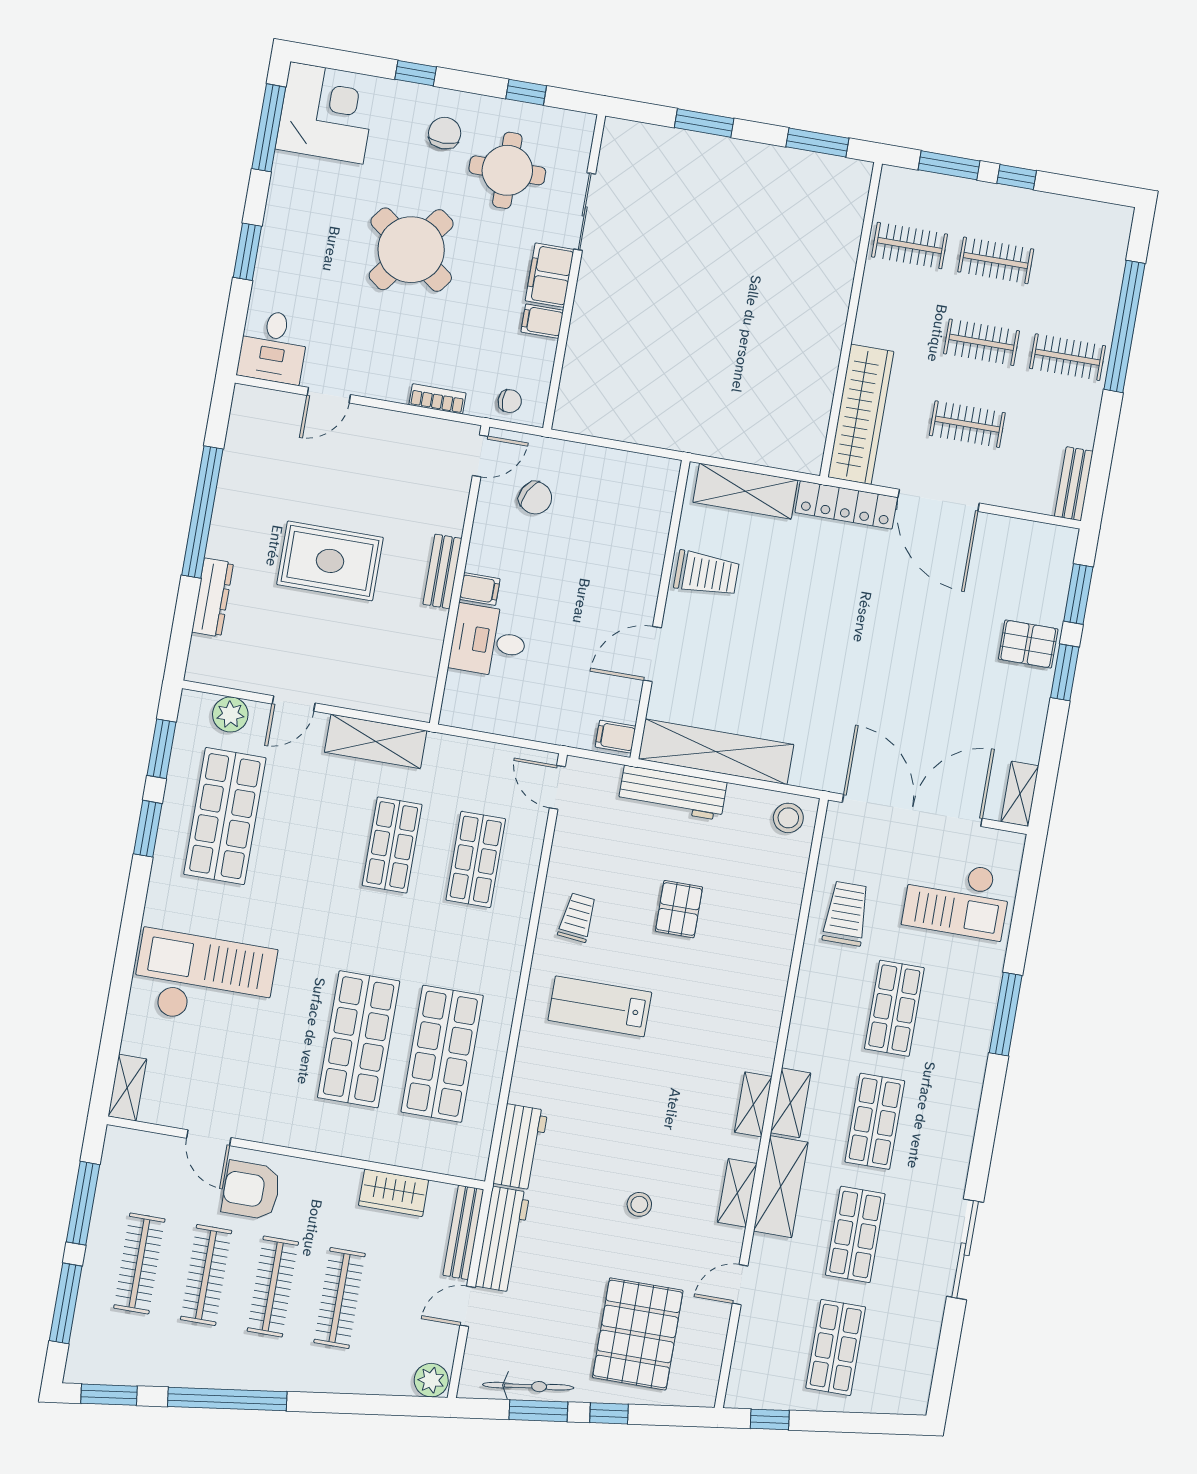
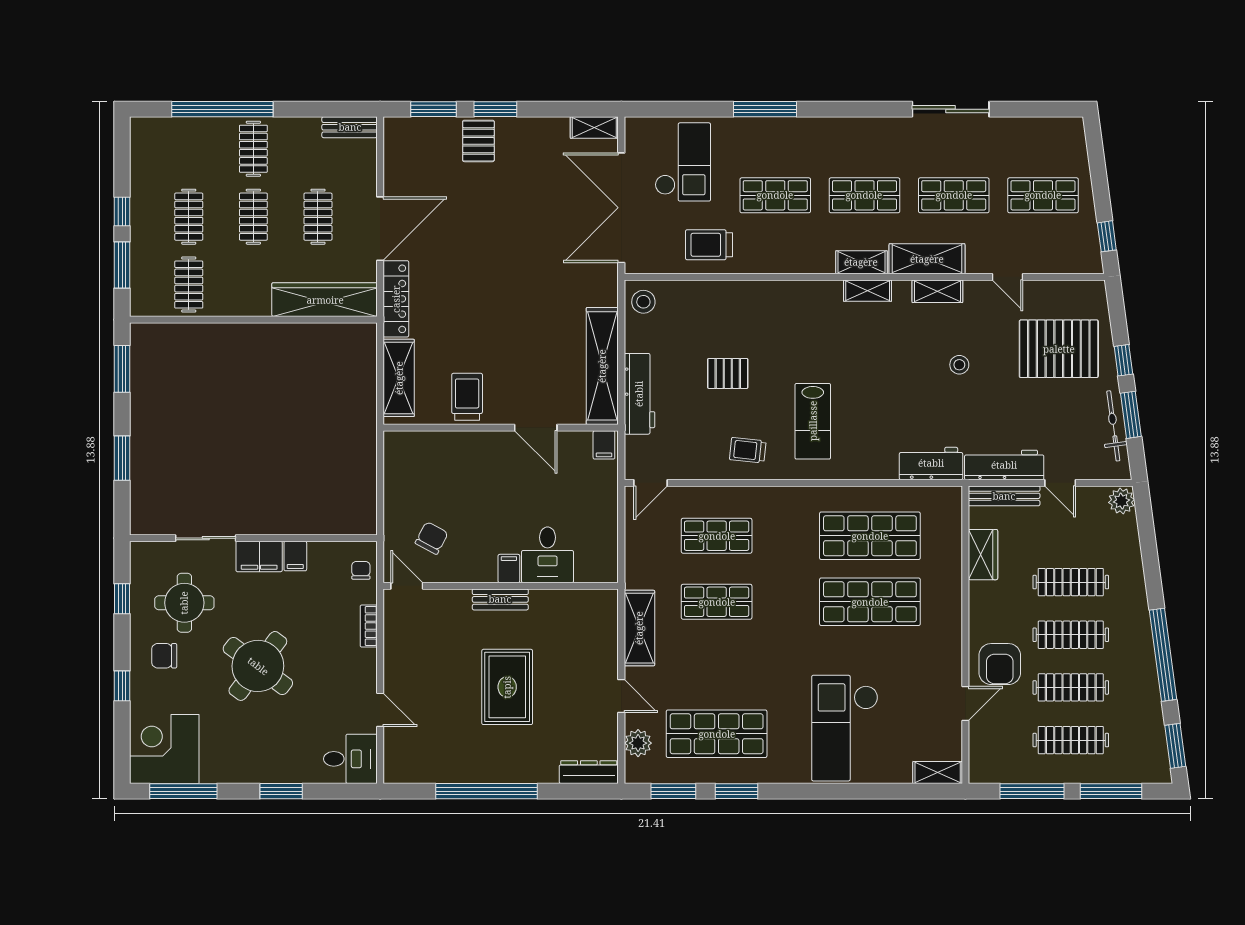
dresser: (213, 597) -> (589, 772), moved

